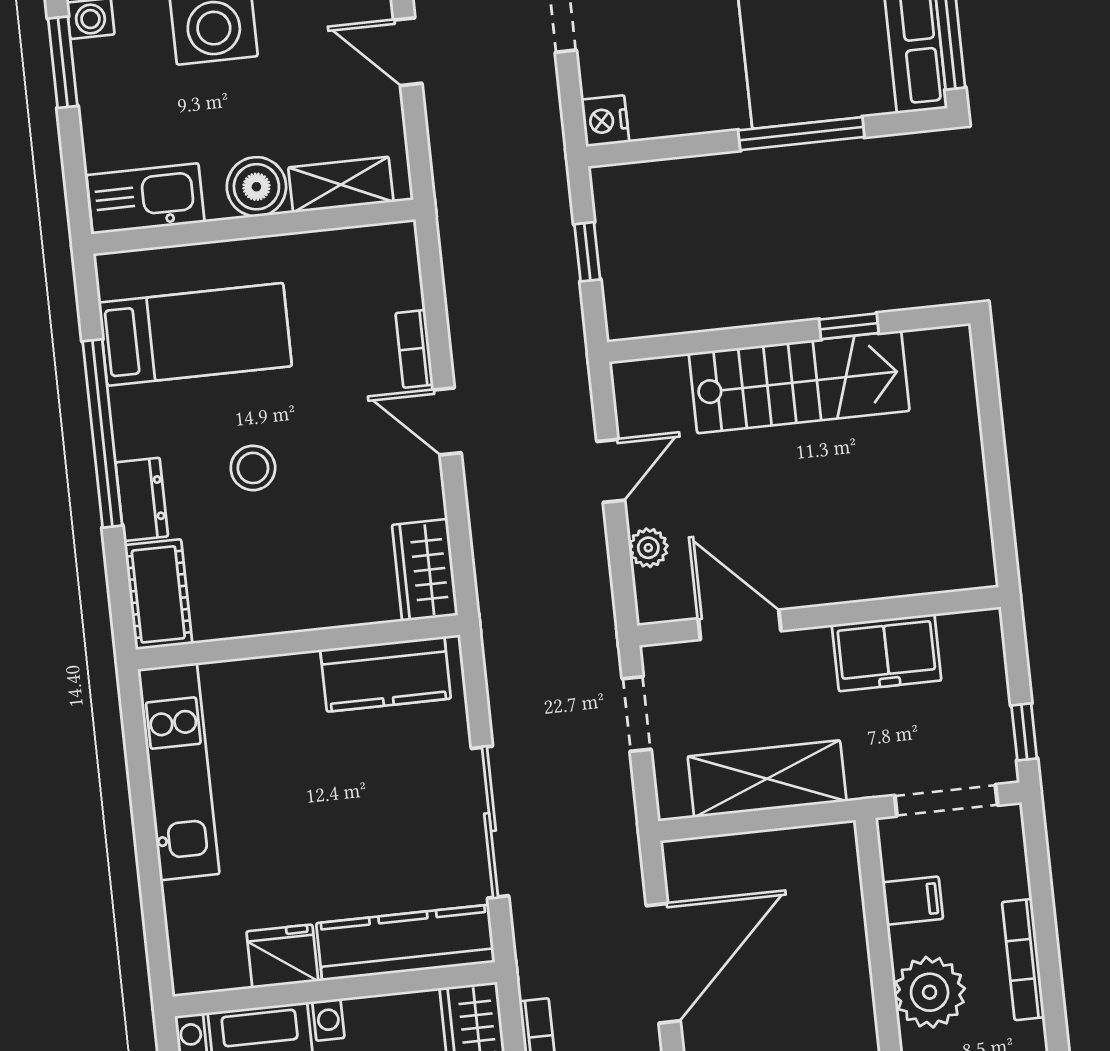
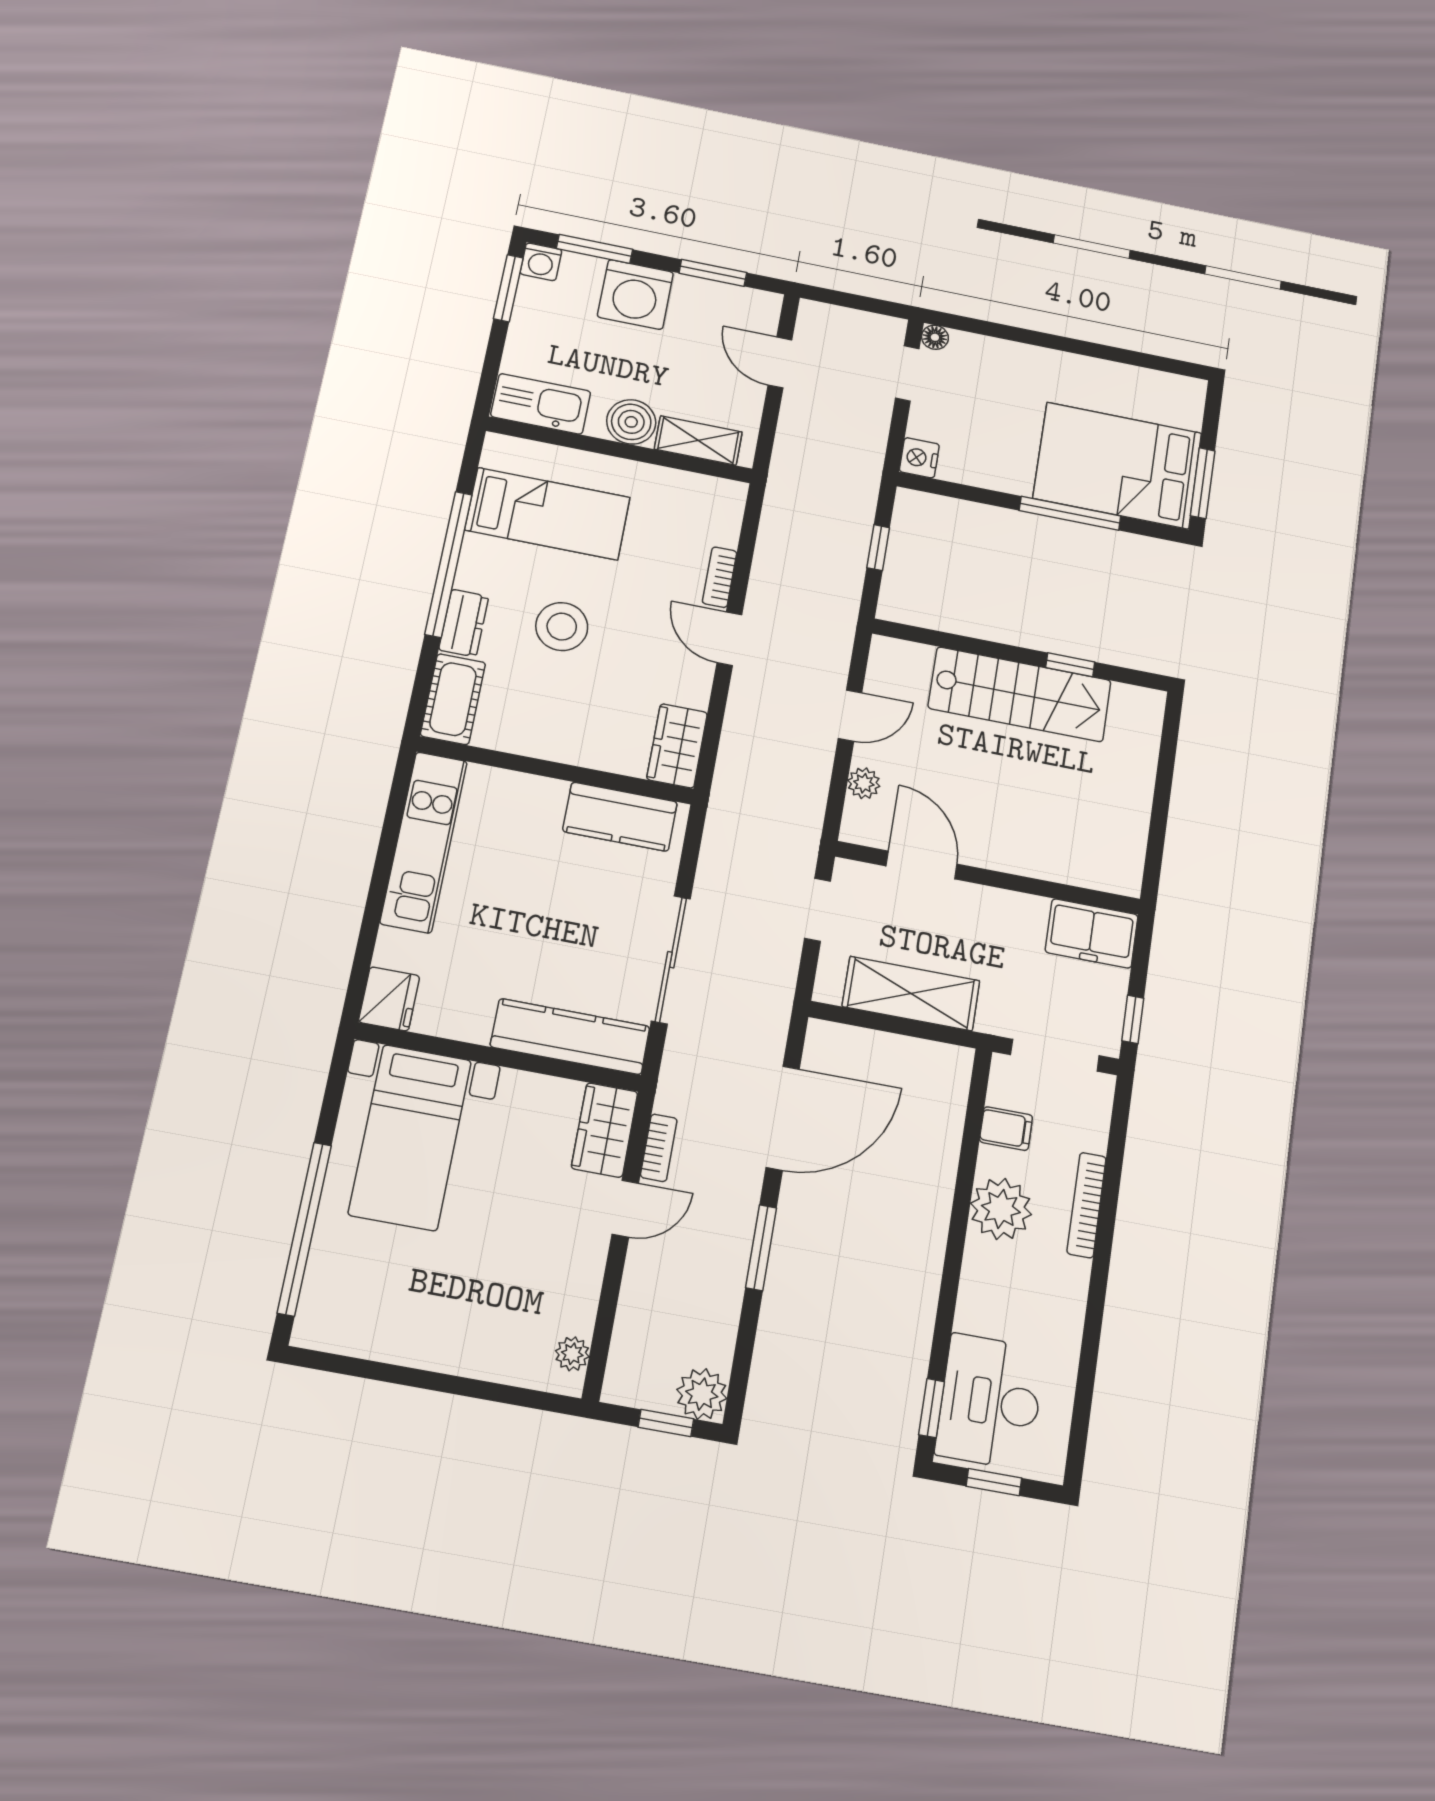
stool: (253, 468) -> (562, 627), width x1.38, depth x1.38
freezer: (887, 653) -> (1092, 933), moved
fridge: (282, 956) -> (389, 999), moved, turned 90

